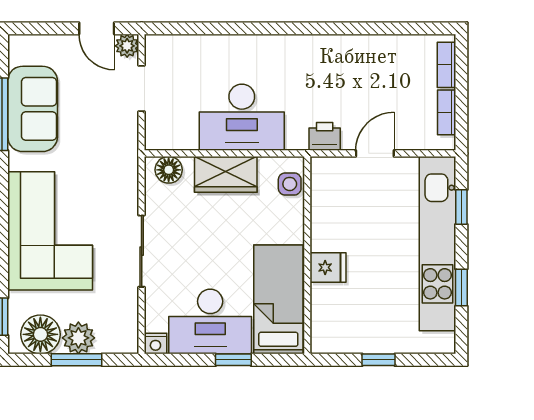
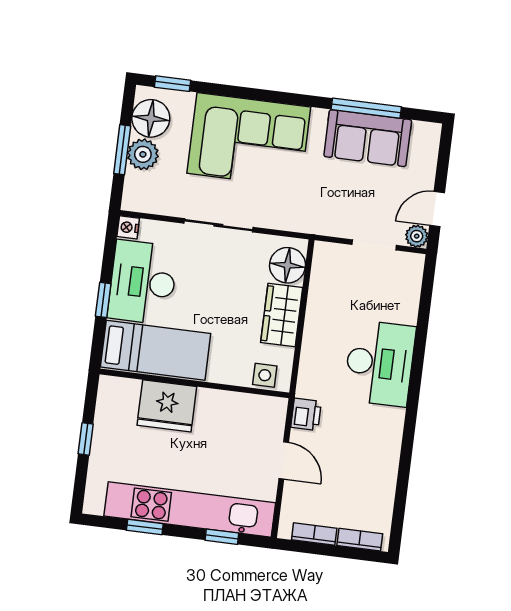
desk: (242, 117) -> (380, 363), moved, turned 180
floor lamp: (169, 170) -> (288, 265), width x1.38, depth x1.38
fridge: (328, 267) -> (167, 406), width x1.88, depth x1.34

